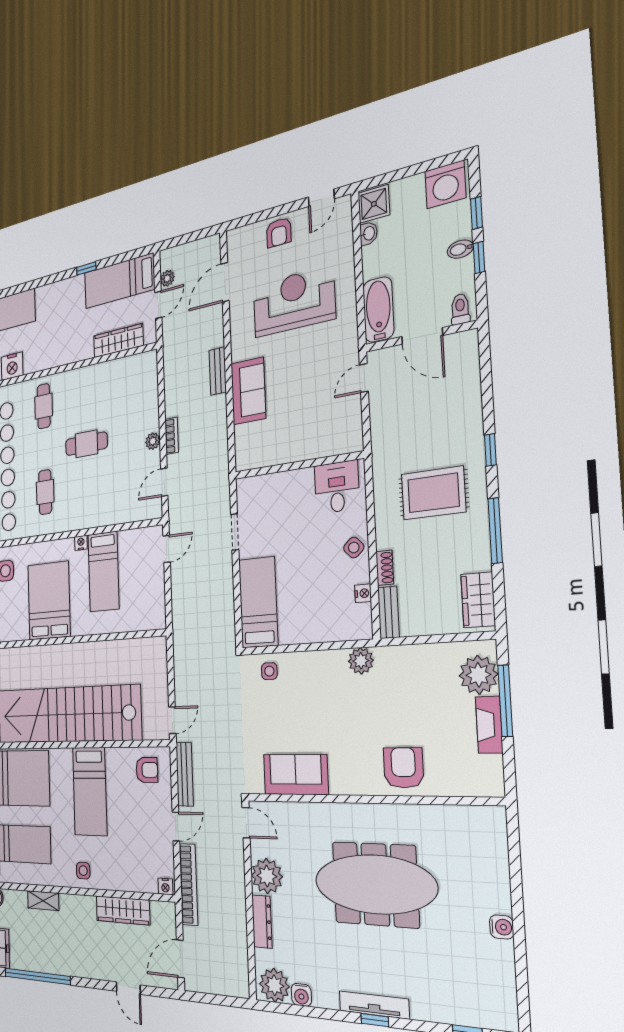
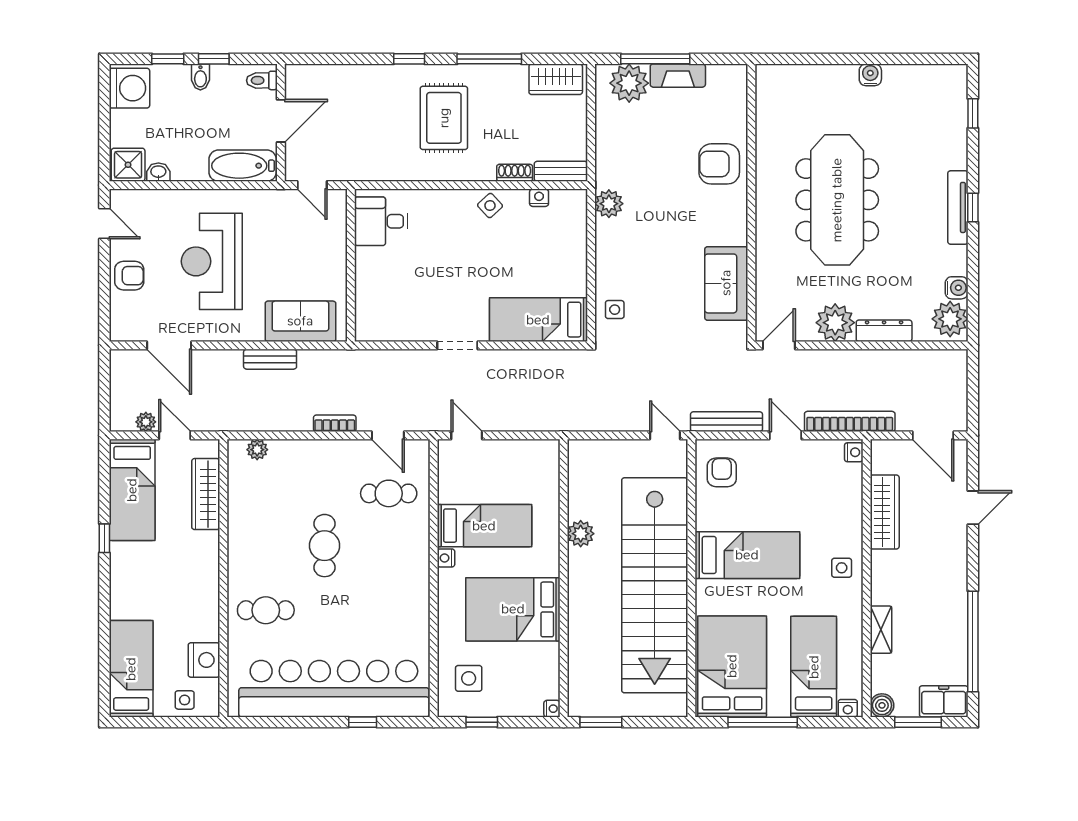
plant: (153, 441) -> (257, 450), moved
wall: (298, 465) -> (351, 265), moved
desk: (337, 487) -> (381, 221), moved
cafe table: (45, 492) -> (389, 493), moved
plant: (100, 652) -> (581, 534), added

